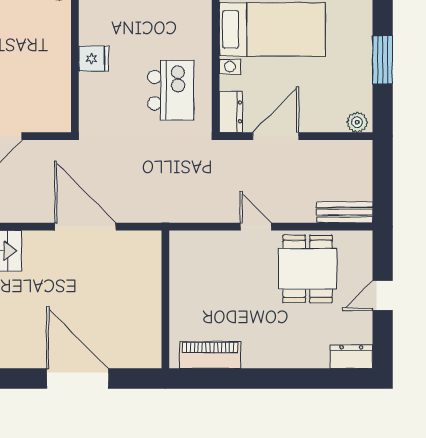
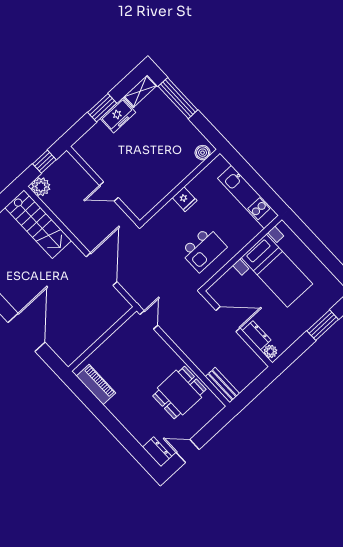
window: (383, 60) -> (323, 325), moved
dresser: (231, 112) -> (257, 335), moved, turned -90
door: (256, 227) -> (149, 320), moved
door: (383, 295) -> (188, 451), moved

